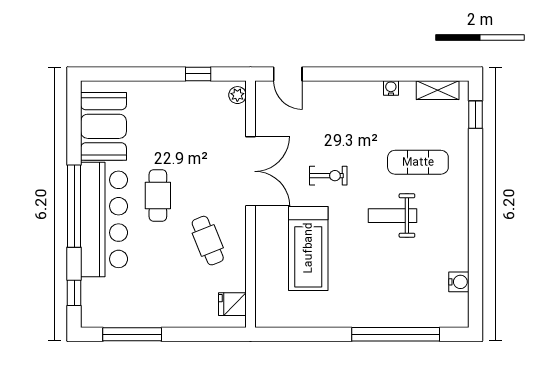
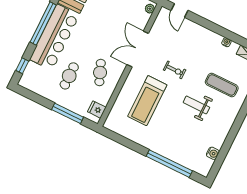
double door: (250, 171) -> (138, 49), swing flipped
cafe table: (158, 195) -> (69, 76), moved
window: (132, 334) -> (68, 113), moved

